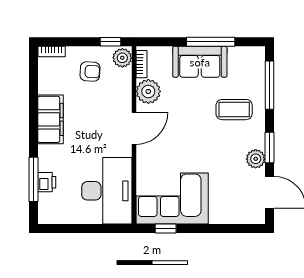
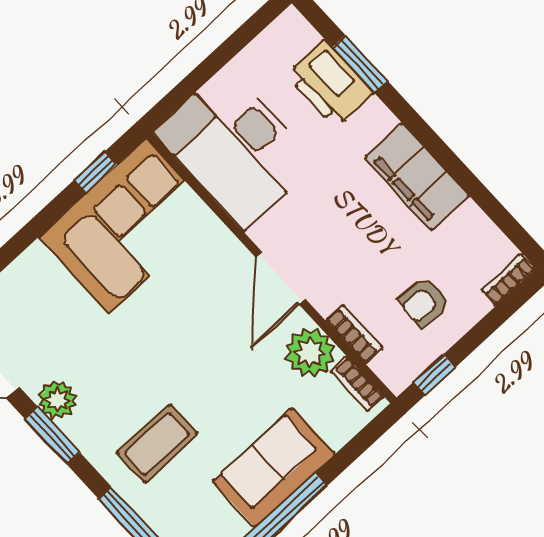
plant: (122, 58) -> (395, 367), removed
bookcase: (126, 83) -> (354, 334), added
window: (33, 179) -> (360, 64), width x0.69
printer: (47, 182) -> (330, 84), width x1.87, depth x1.48

